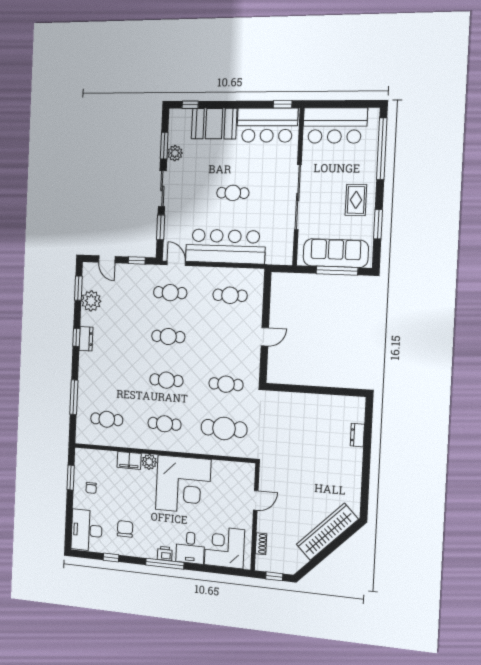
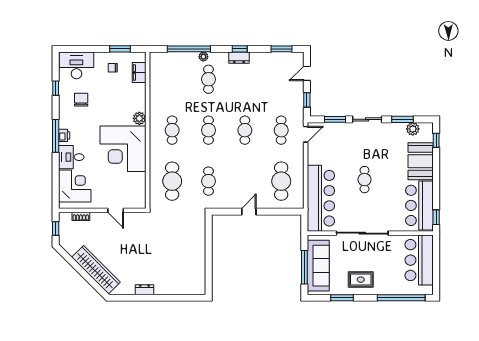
plant: (175, 153) -> (413, 129), moved
bar counter: (225, 246) -> (321, 198), moved
cafe table: (230, 295) -> (281, 181), width x1.37, depth x1.35
plant: (91, 301) -> (203, 57), moved, width x0.53, depth x0.53
door: (265, 337) -> (249, 212), swing flipped
window: (74, 397) -> (189, 49), width x1.46
cafe table: (107, 419) -> (208, 79), moved
dresser: (357, 435) -> (144, 290), moved
filing cabinet: (129, 460) -> (139, 73), moved
chair: (125, 529) -> (81, 100), turned -90

